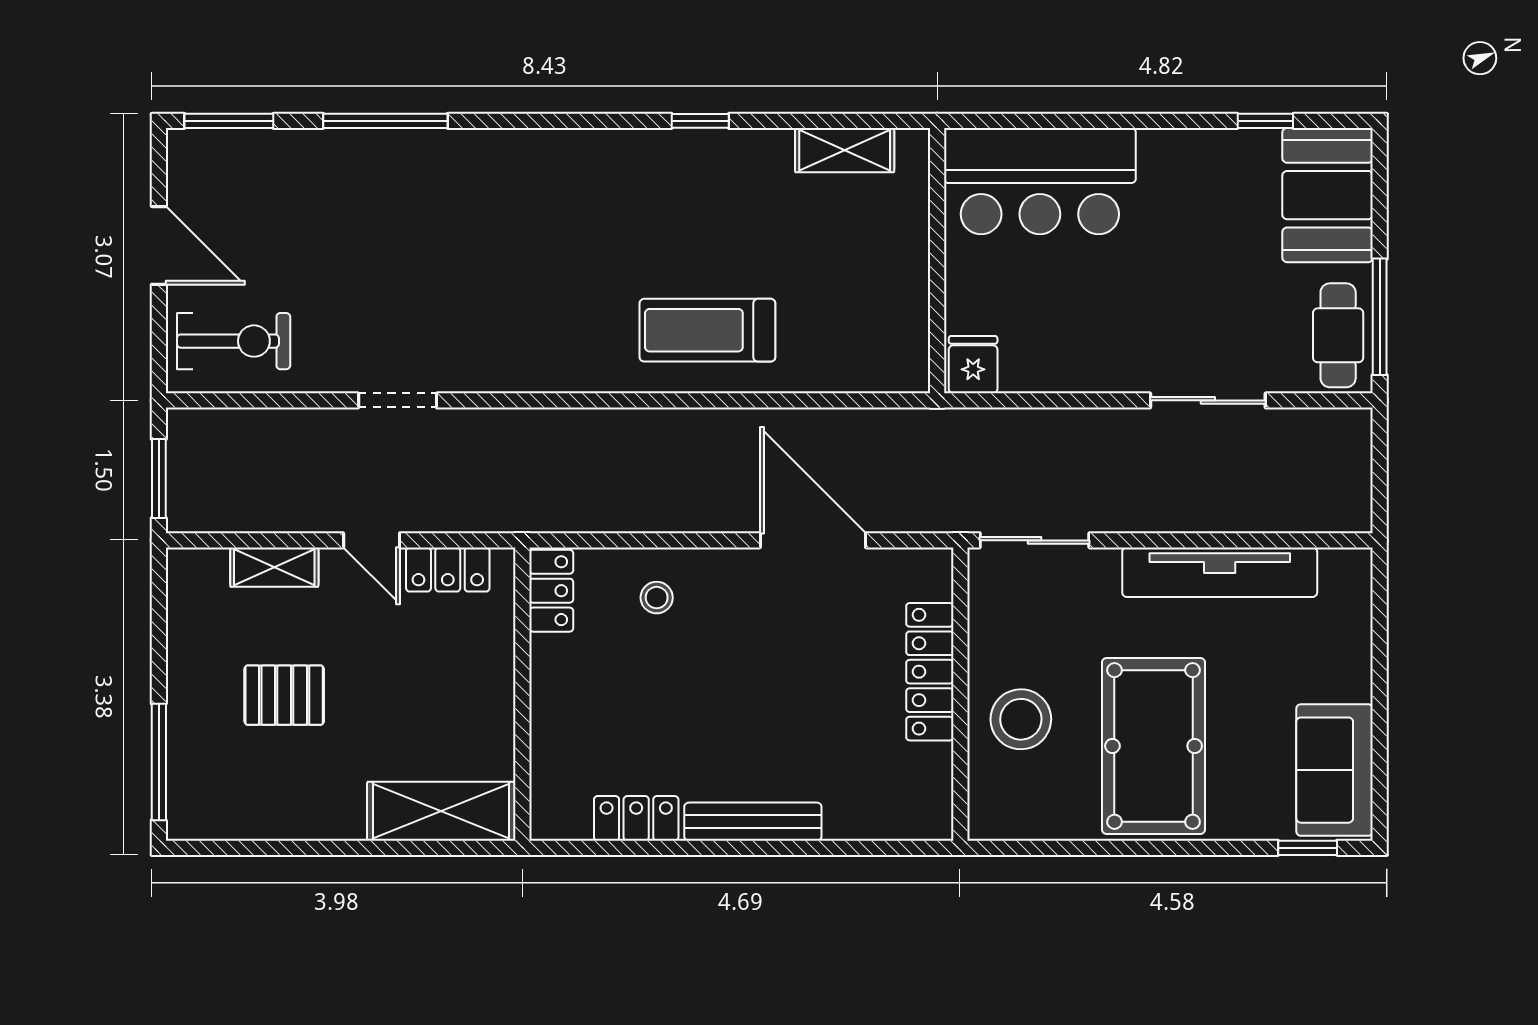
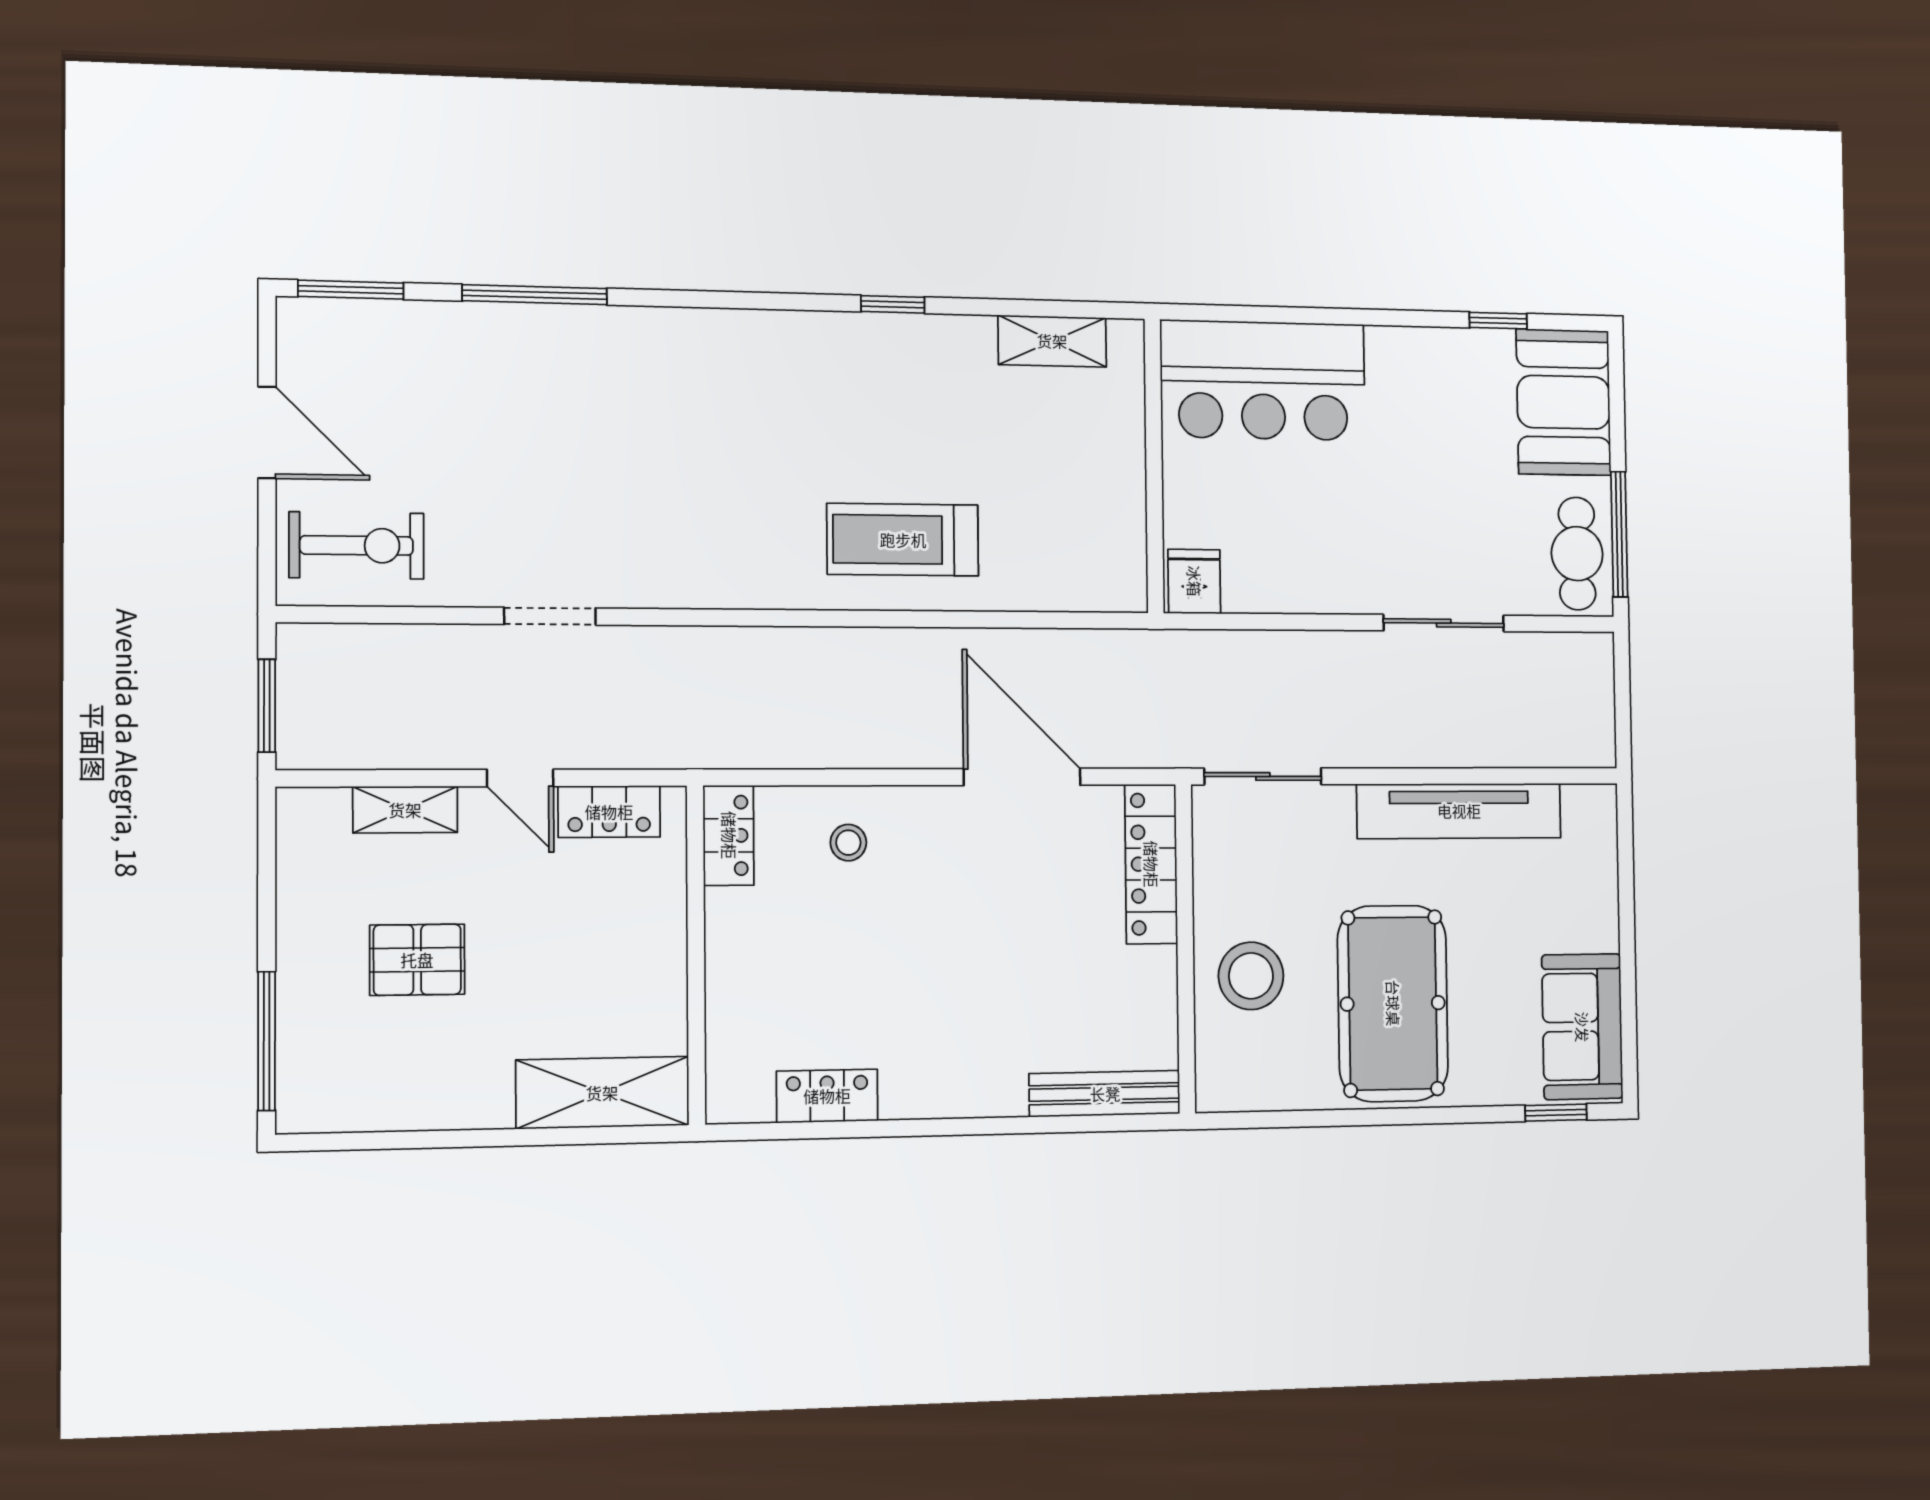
locker: (930, 672) -> (1151, 864), moved
bench: (753, 822) -> (1105, 1094), moved

